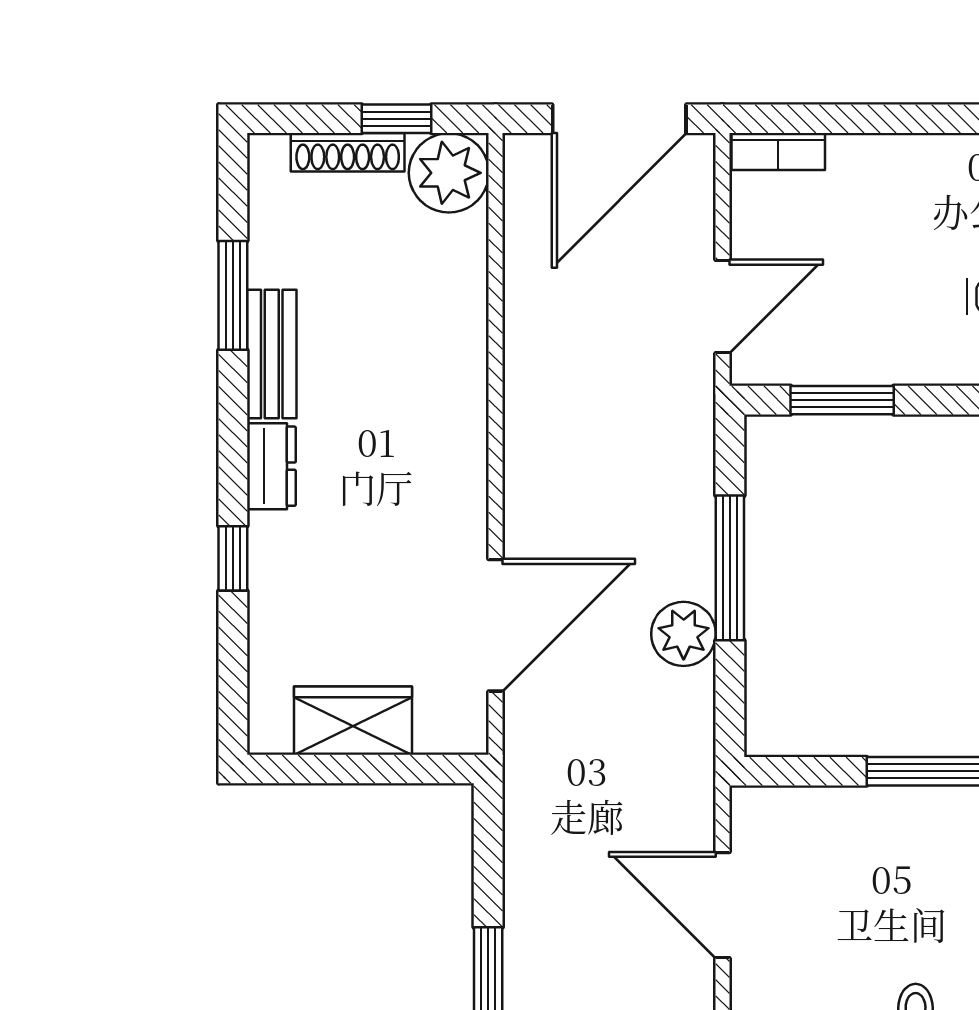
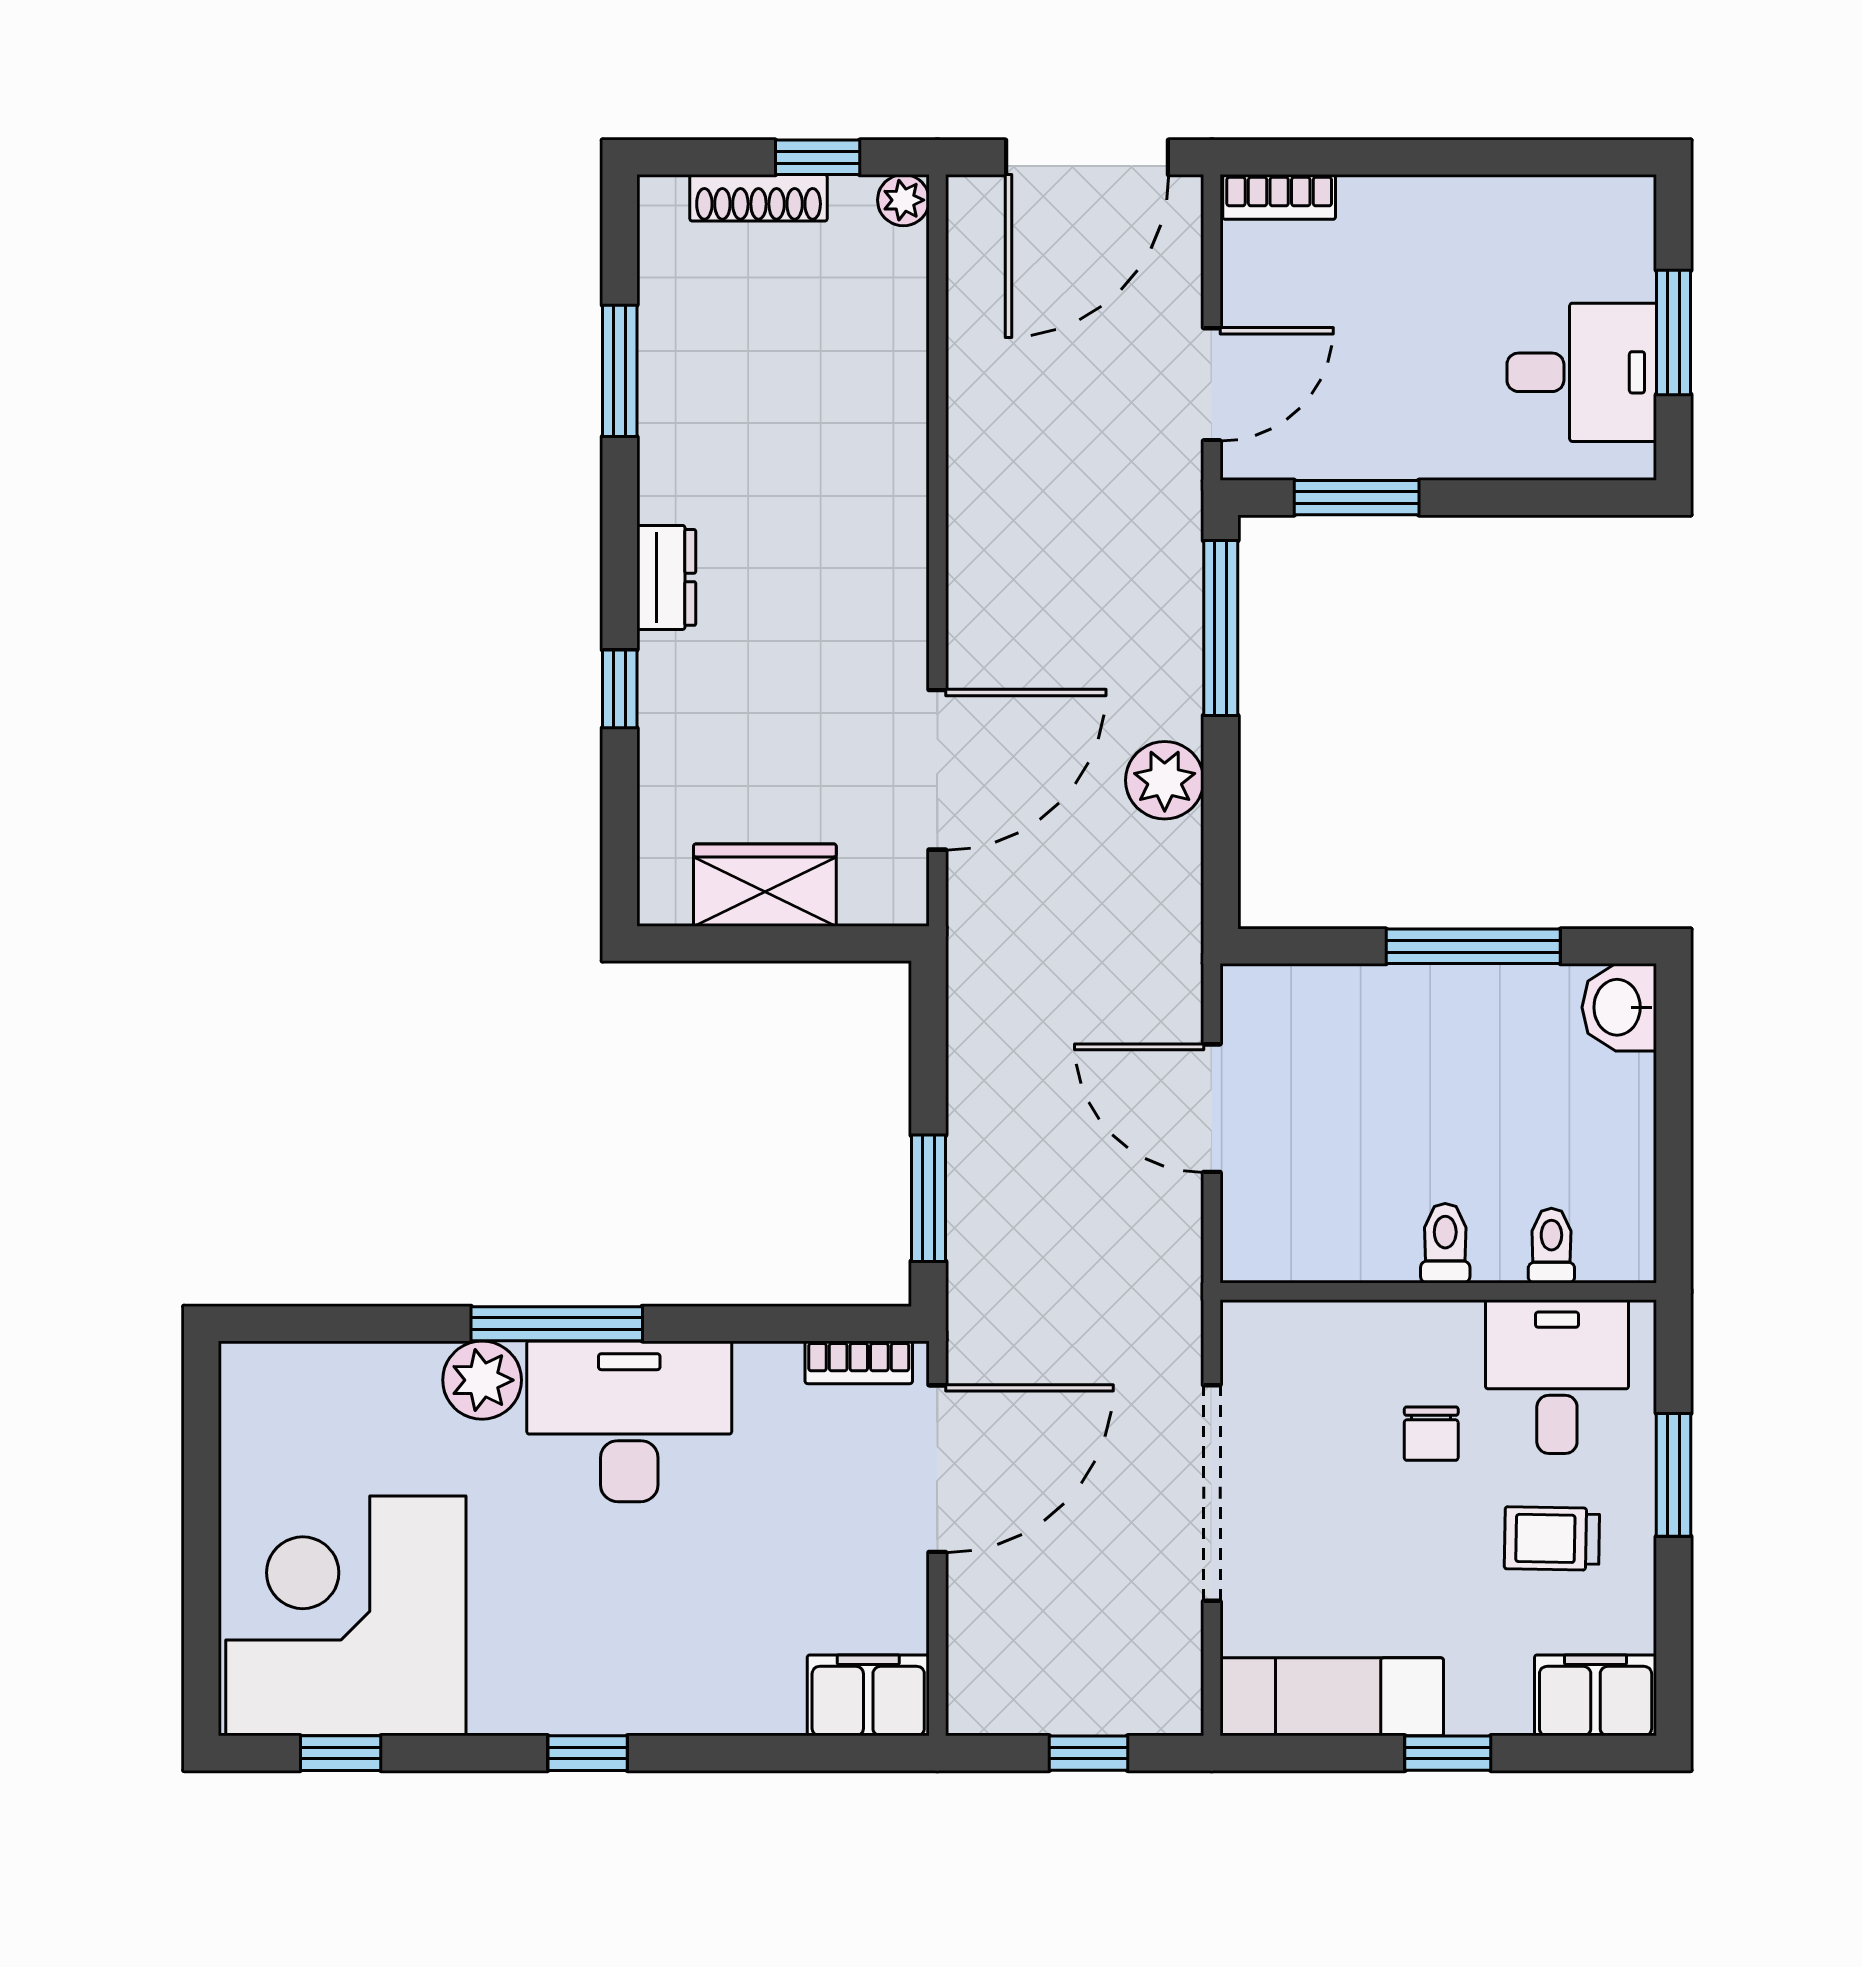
plant: (449, 173) -> (903, 200), width x0.53, depth x0.53
bench: (272, 354) -> (667, 442), removed
window: (730, 568) -> (1221, 628), moved

